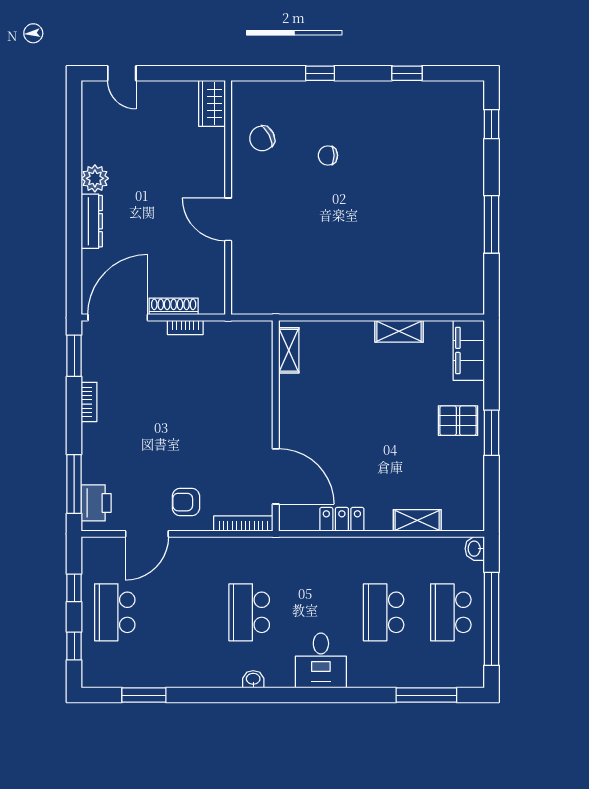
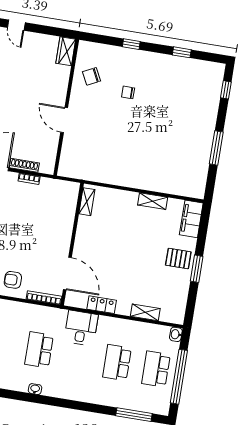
desk: (321, 660) -> (81, 328), moved, turned 180

